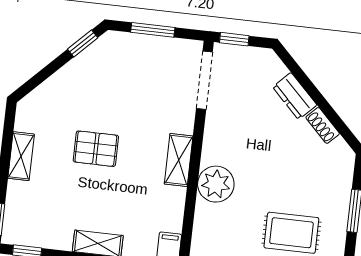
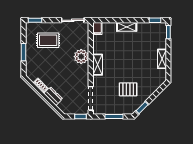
pallet: (96, 149) -> (128, 89), moved

